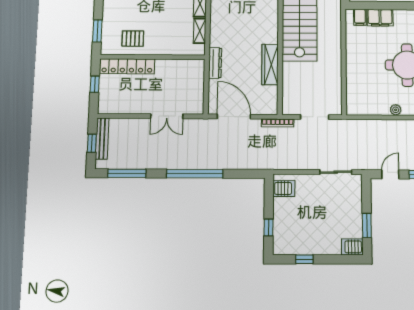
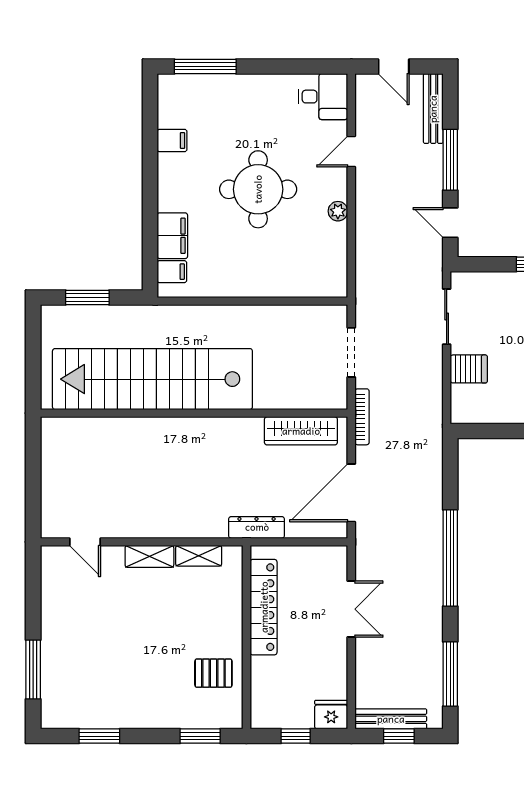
pallet: (133, 39) -> (213, 673), turned 90
wardrobe: (270, 64) -> (301, 431), moved
locker: (127, 66) -> (264, 607), moved
fridge: (106, 104) -> (331, 715), added
server rack: (284, 188) -> (469, 369), moved, turned 90

